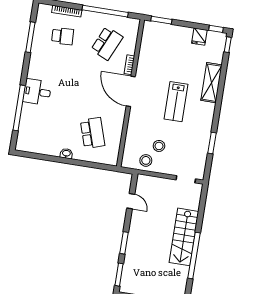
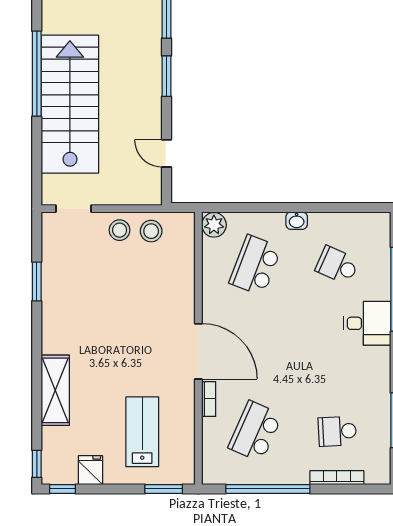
lab bench: (176, 102) -> (142, 432), moved
school desk: (48, 126) -> (337, 265), added
school desk: (93, 133) -> (255, 265), turned 39
stool: (159, 146) -> (120, 230), moved
plant: (111, 158) -> (214, 225), added
stairs: (184, 237) -> (70, 104), width x1.36, depth x1.51

